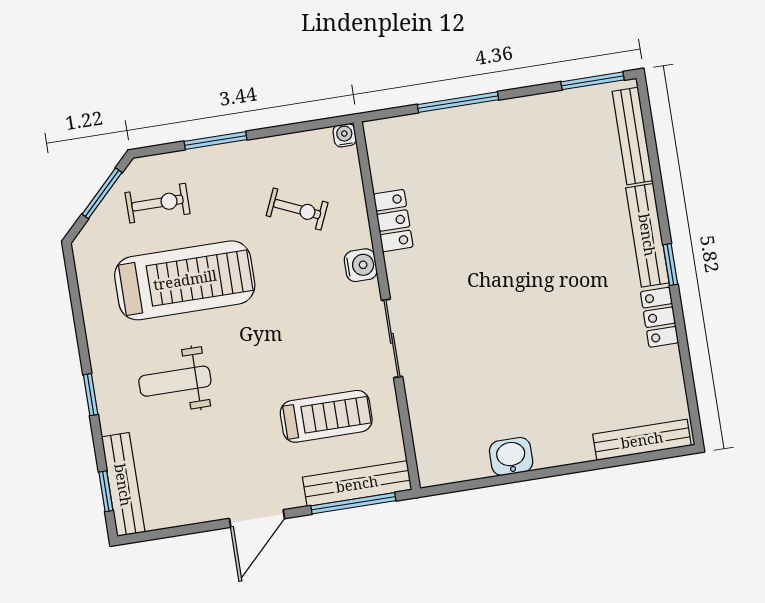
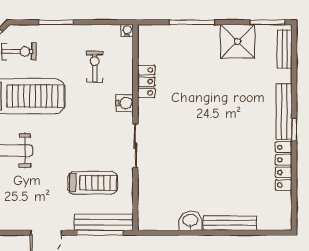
shower: (545, 123) -> (238, 41), added
bench: (633, 136) -> (285, 49), width x0.73
exercise bike: (297, 209) -> (95, 67), turned -114
locker: (659, 317) -> (284, 166), width x1.53
bench: (642, 440) -> (230, 223), moved

